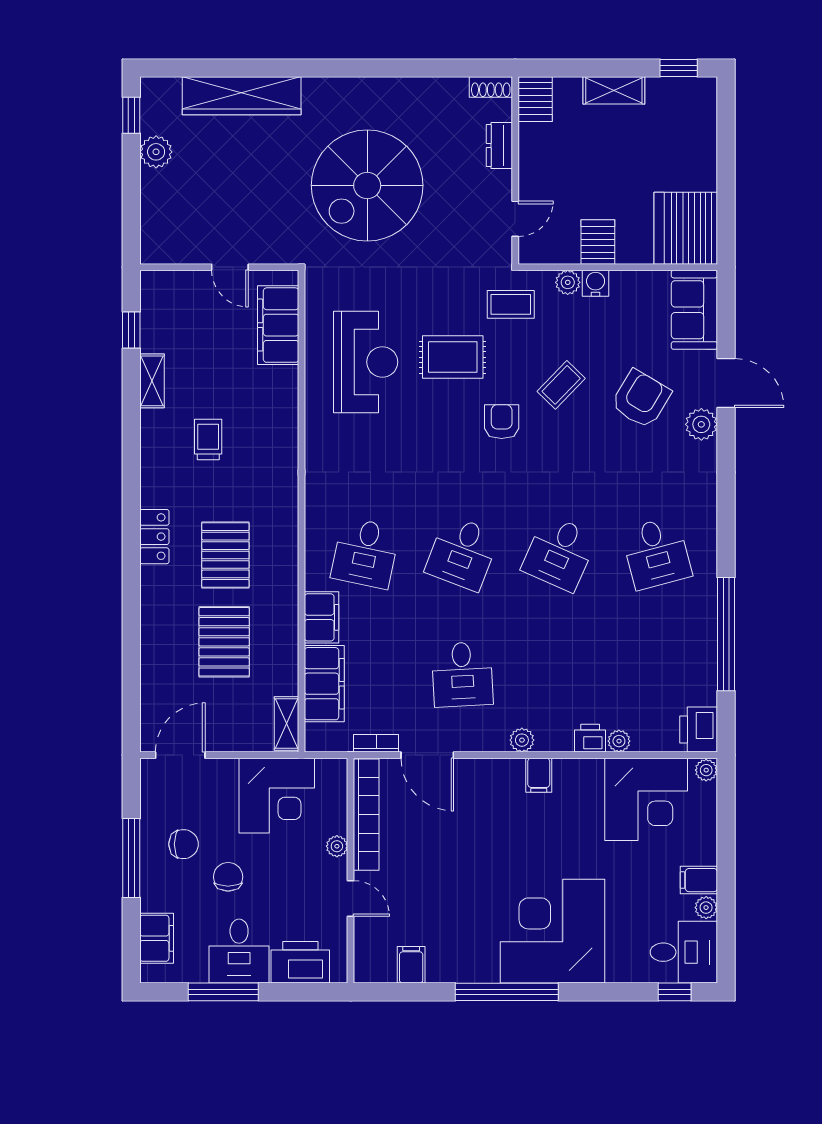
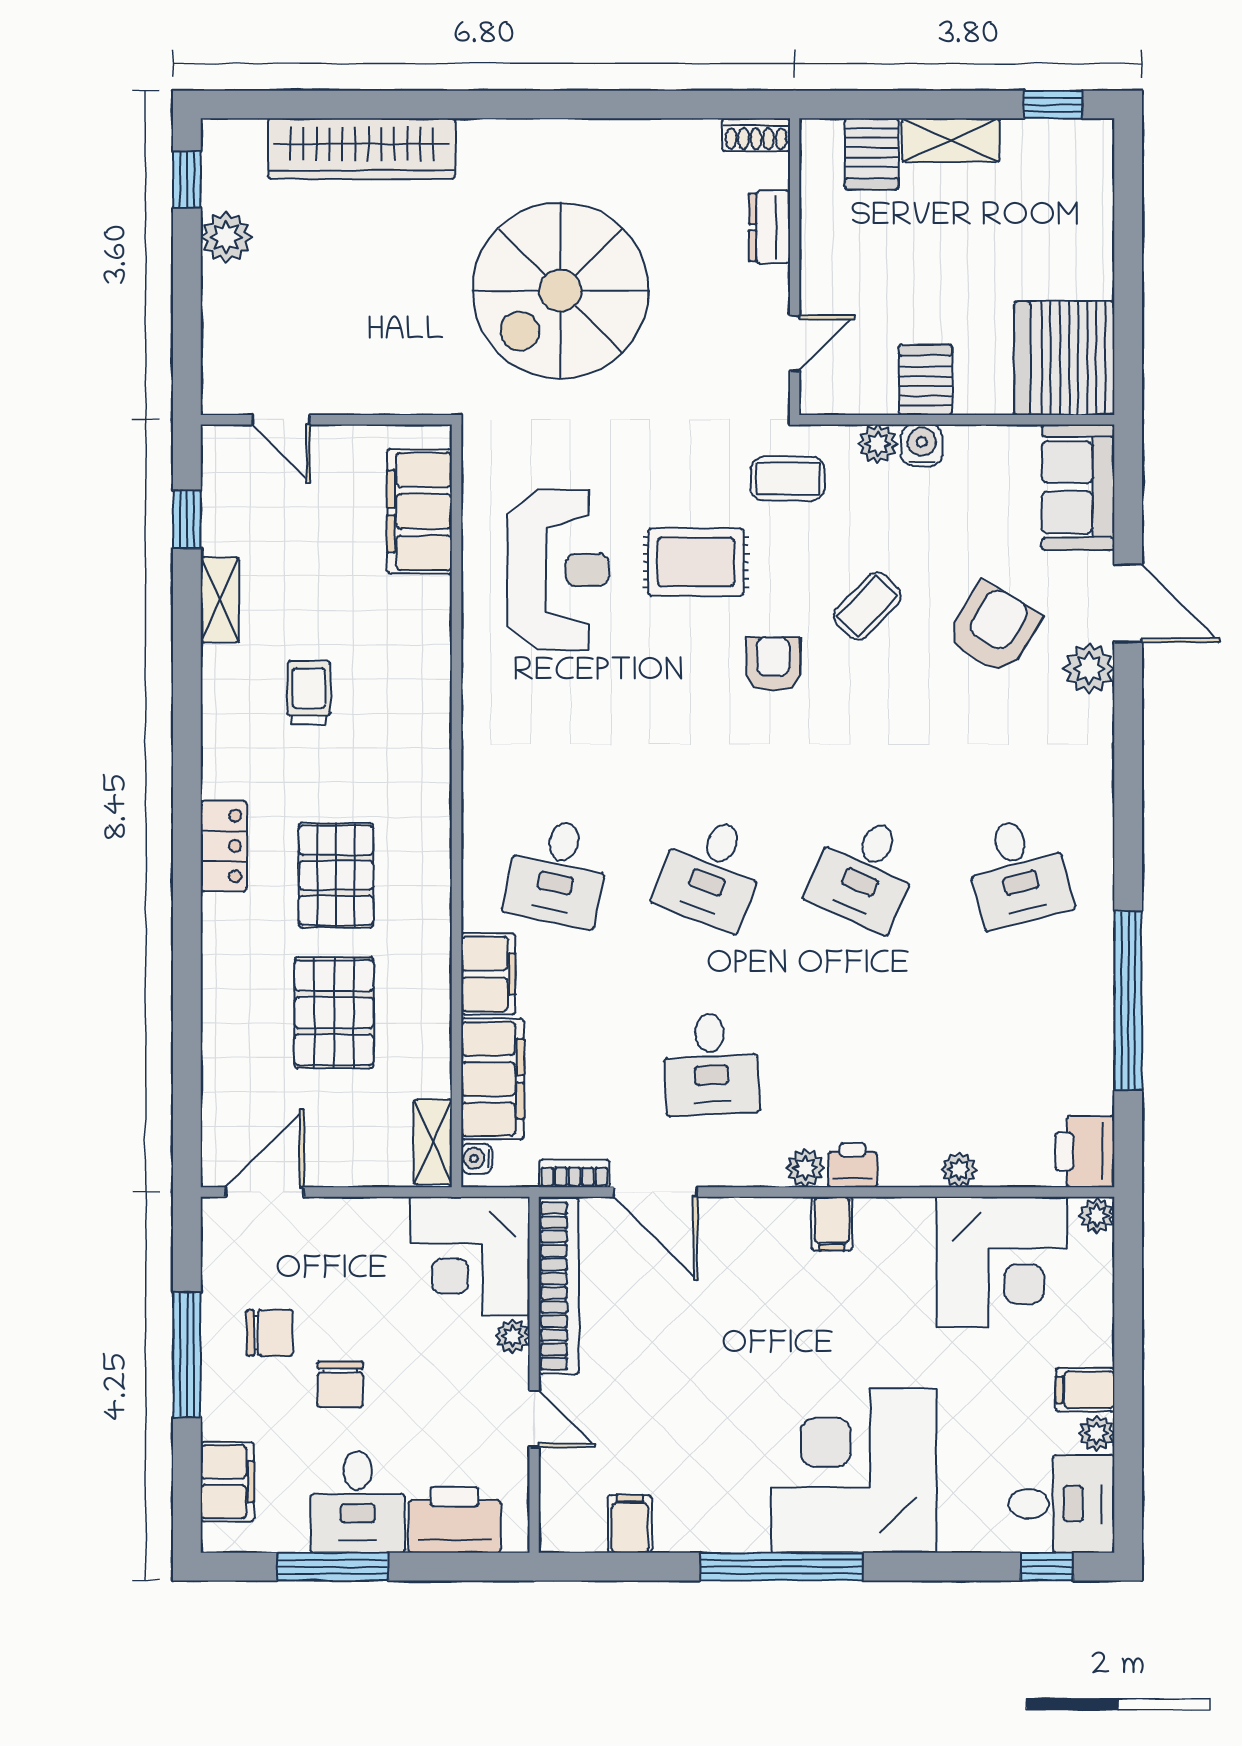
server rack: (535, 99) -> (872, 154), moved
door: (230, 267) -> (281, 420), moved
water cooler: (314, 734) -> (476, 1159), added
printer: (590, 738) -> (853, 1165), moved
corner desk: (277, 796) -> (470, 1256), moved, turned 90
chair: (228, 877) -> (340, 1384), turned 180

